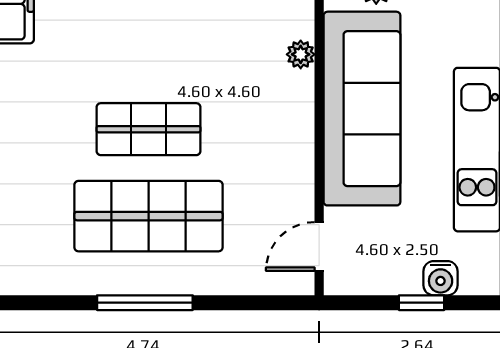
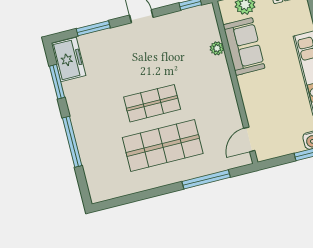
sofa: (362, 109) -> (244, 47), width x0.54, depth x0.79
window: (145, 303) -> (206, 179), moved

